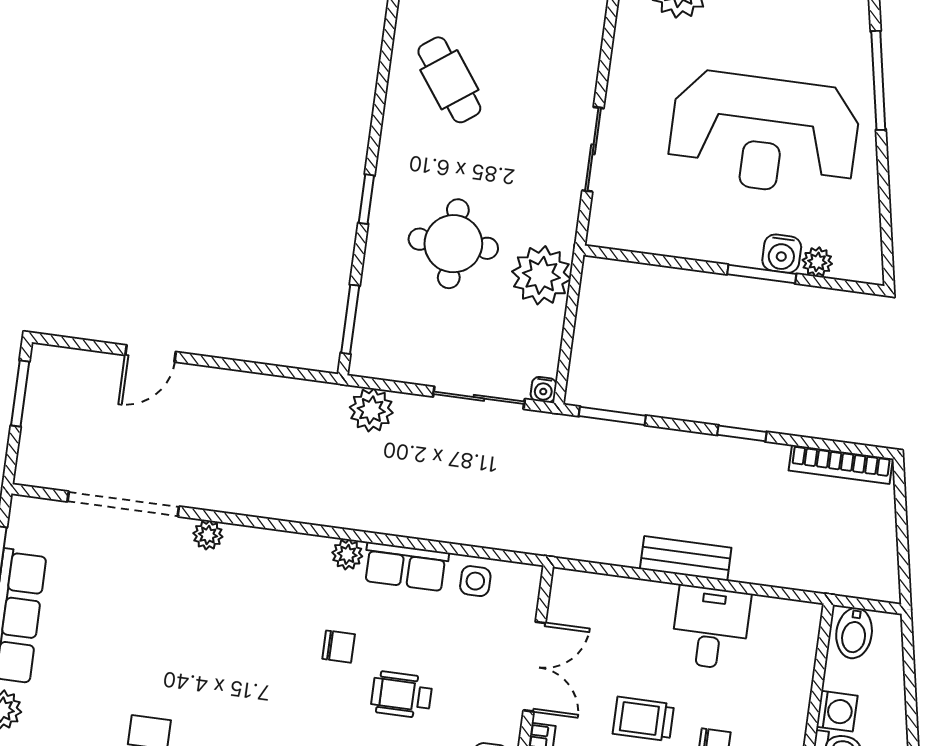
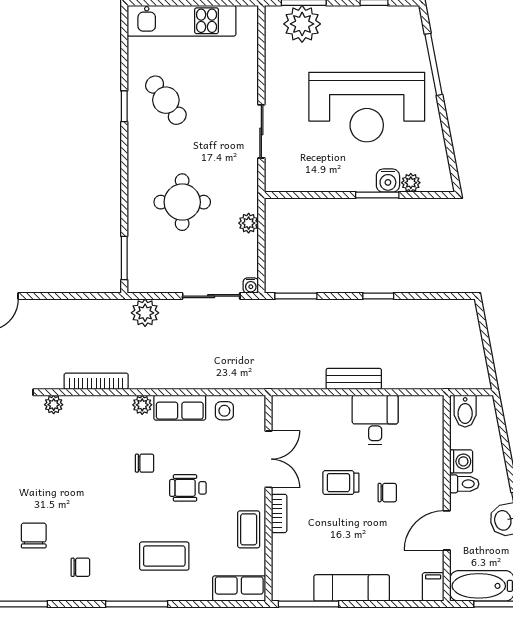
window: (366, 199) -> (124, 106), moved
plant: (541, 275) -> (249, 223), width x0.53, depth x0.53
bookcase: (841, 464) -> (96, 381), moved, turned 180

